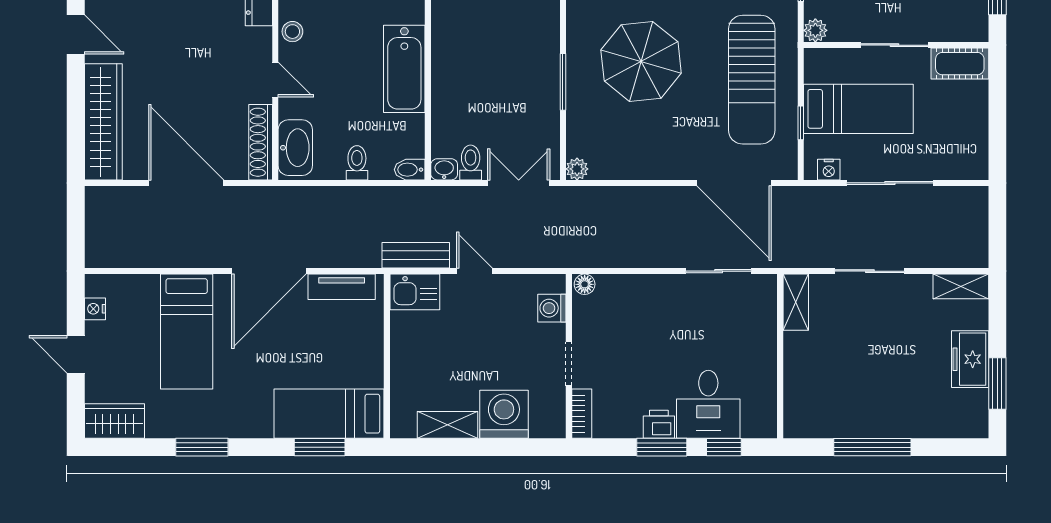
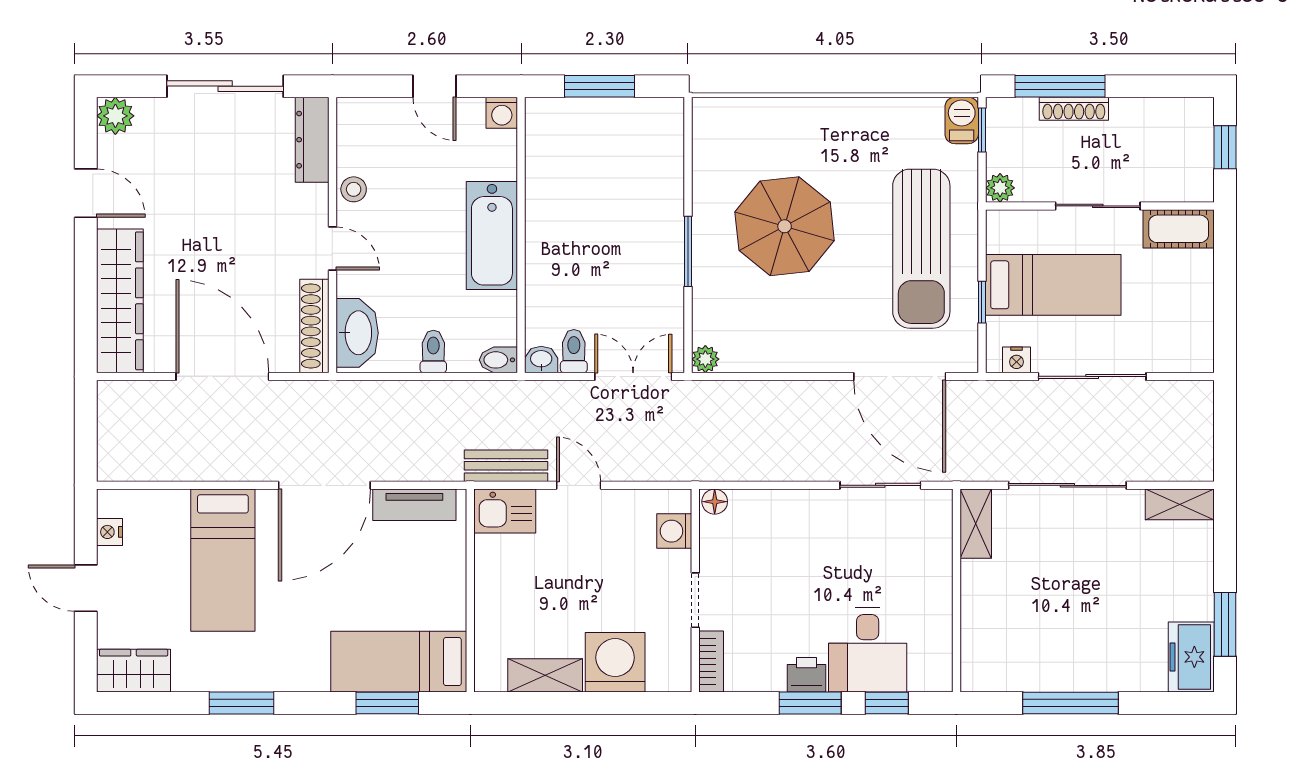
sliding door: (870, 271) -> (1067, 485), width x1.37
freezer: (970, 359) -> (1191, 657), moved

